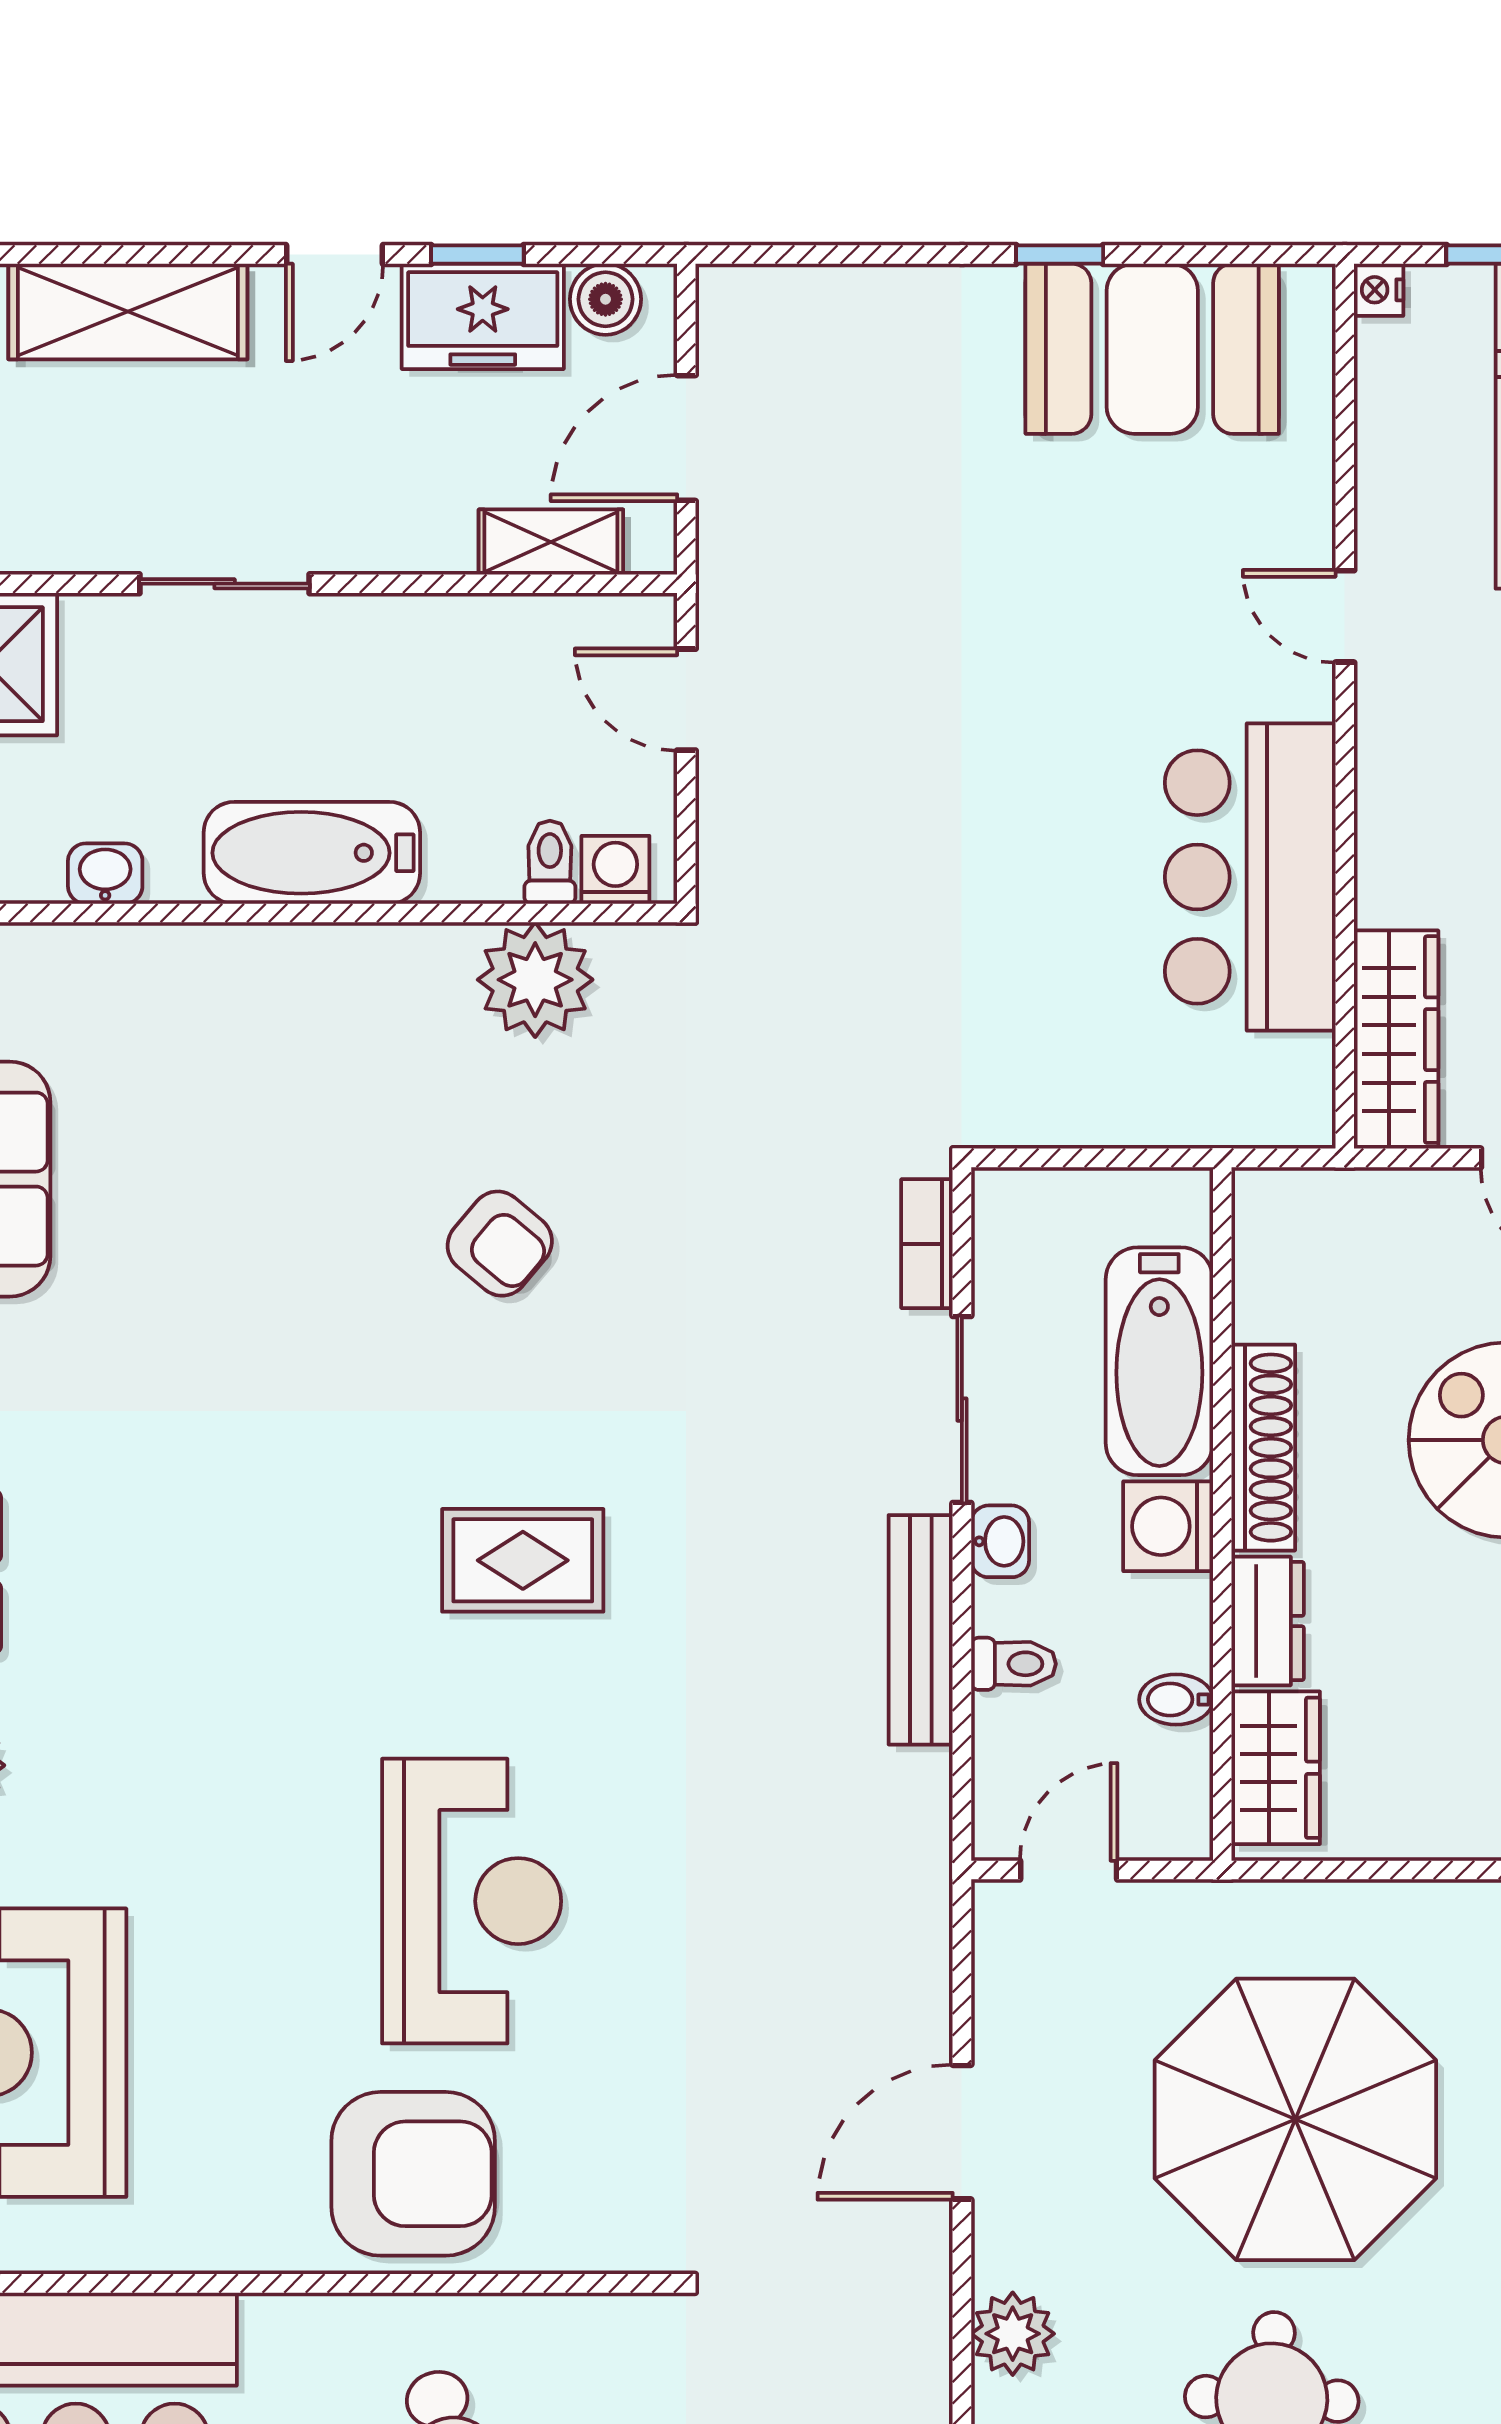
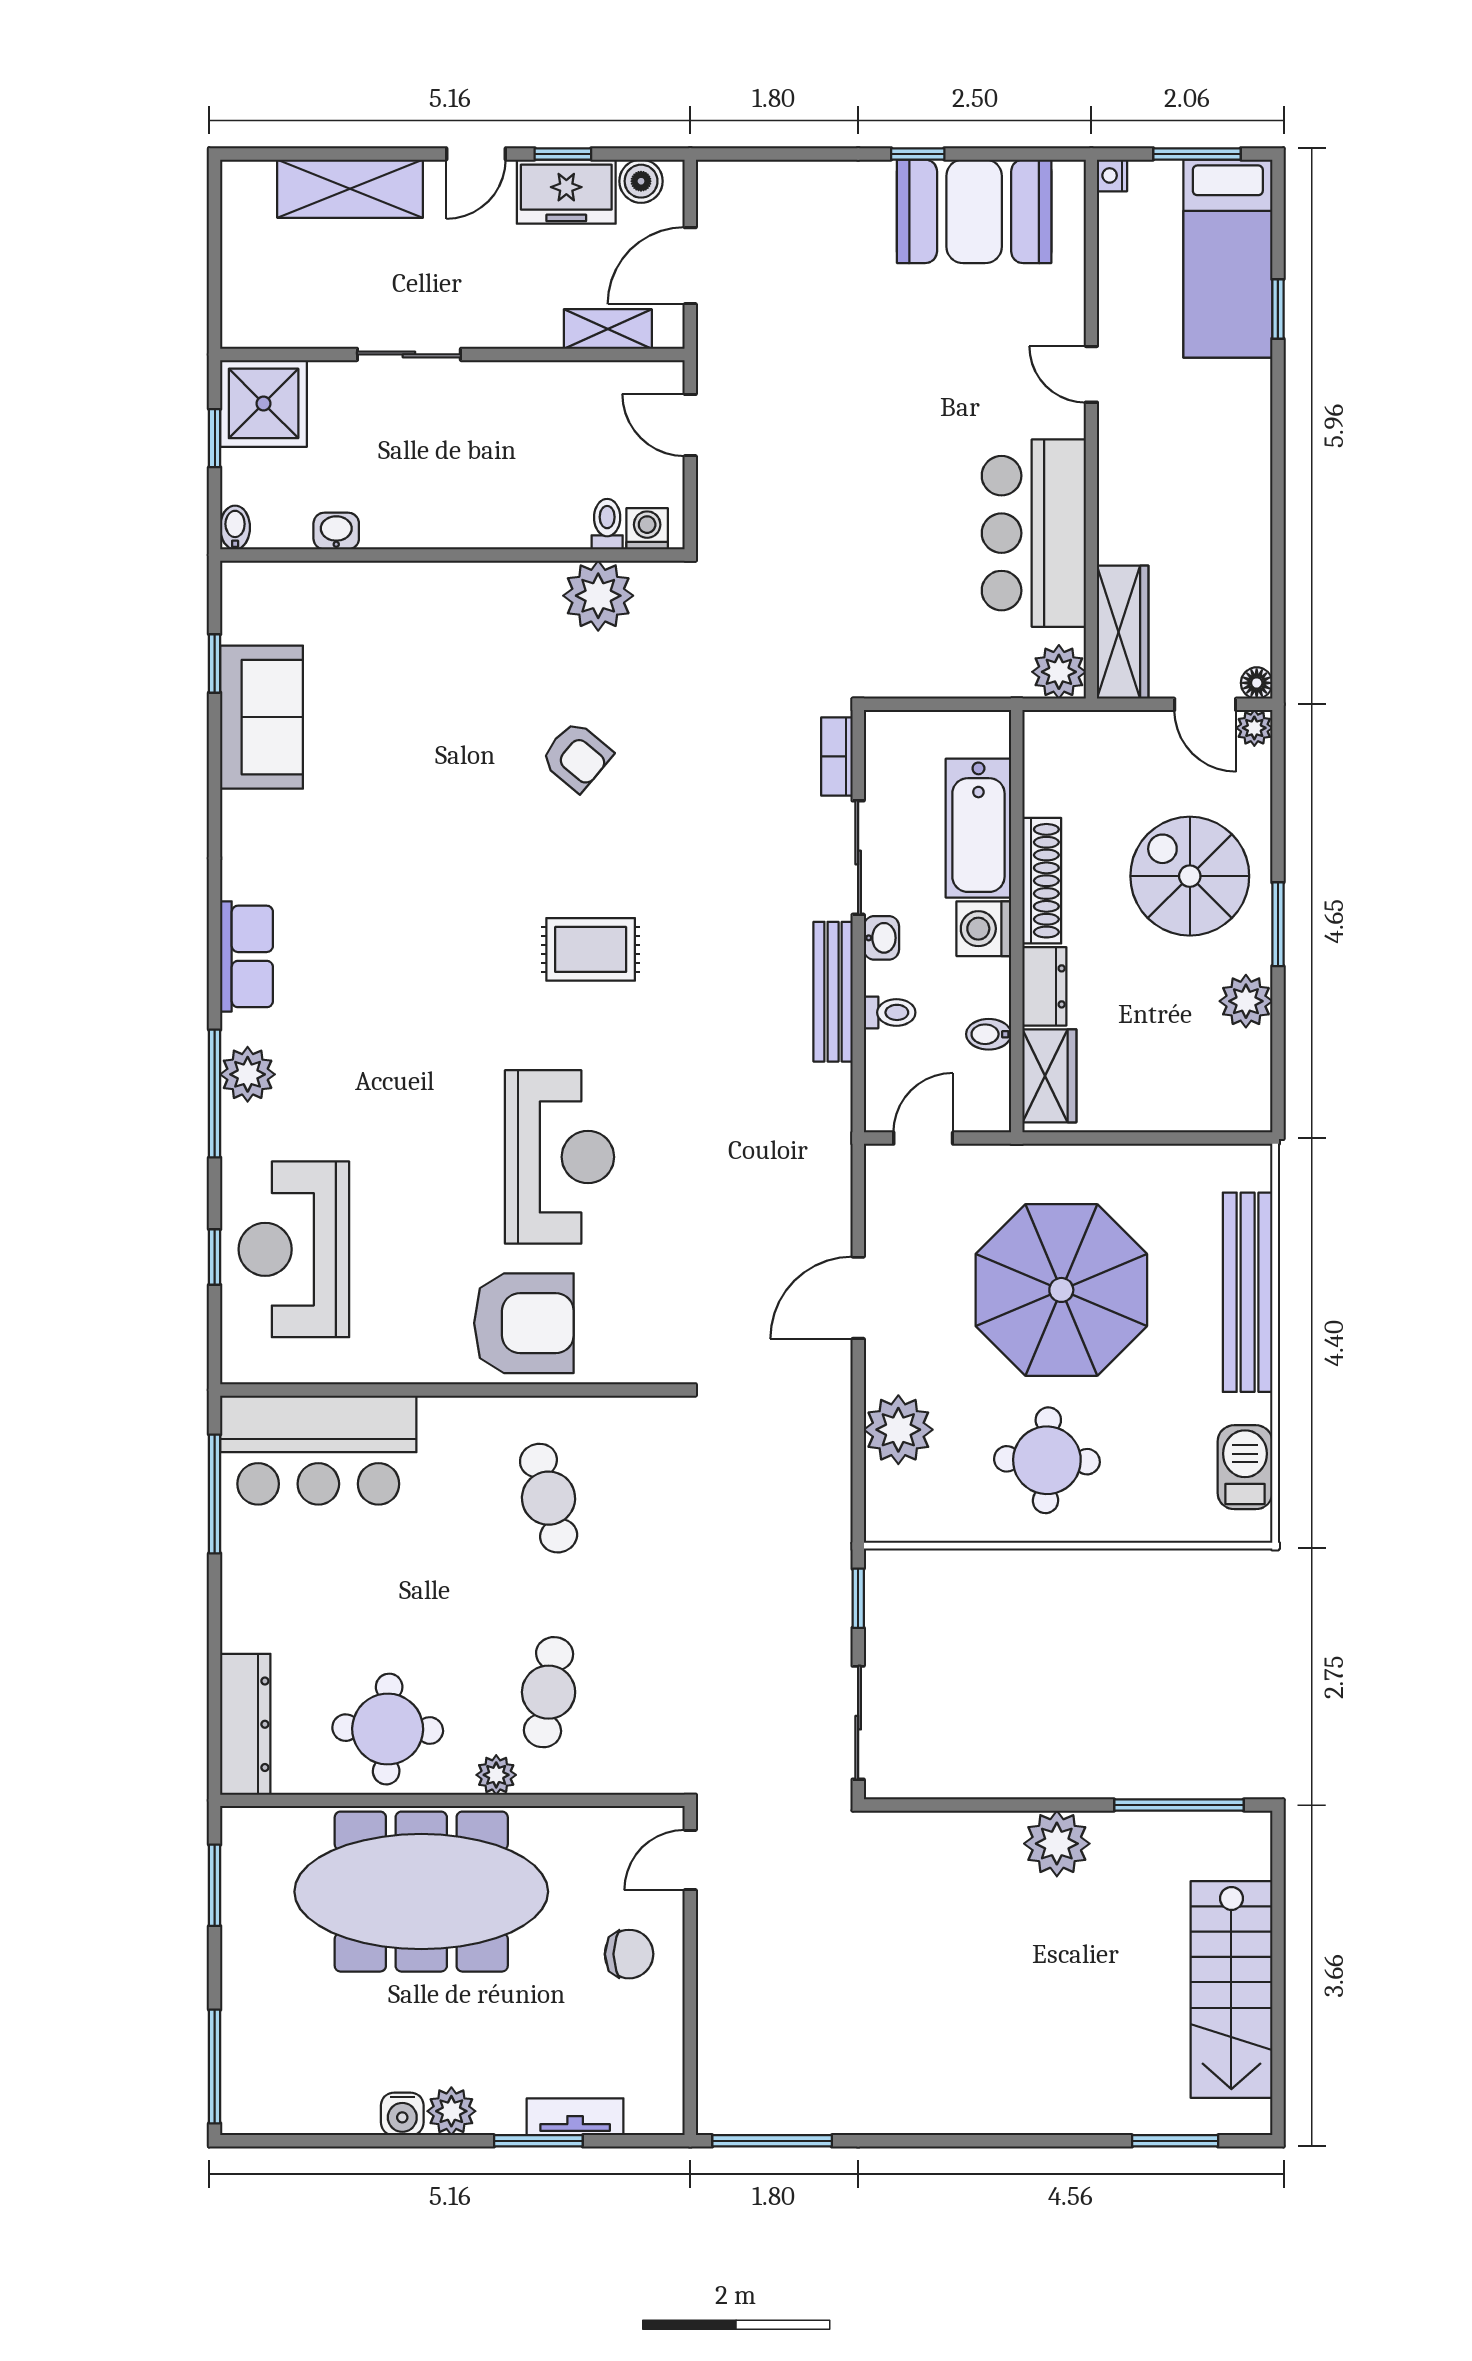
bathtub: (312, 853) -> (462, 518), removed
plant: (1291, 1105) -> (1059, 672), added
plant: (1013, 2334) -> (898, 1430), width x1.36, depth x1.36

